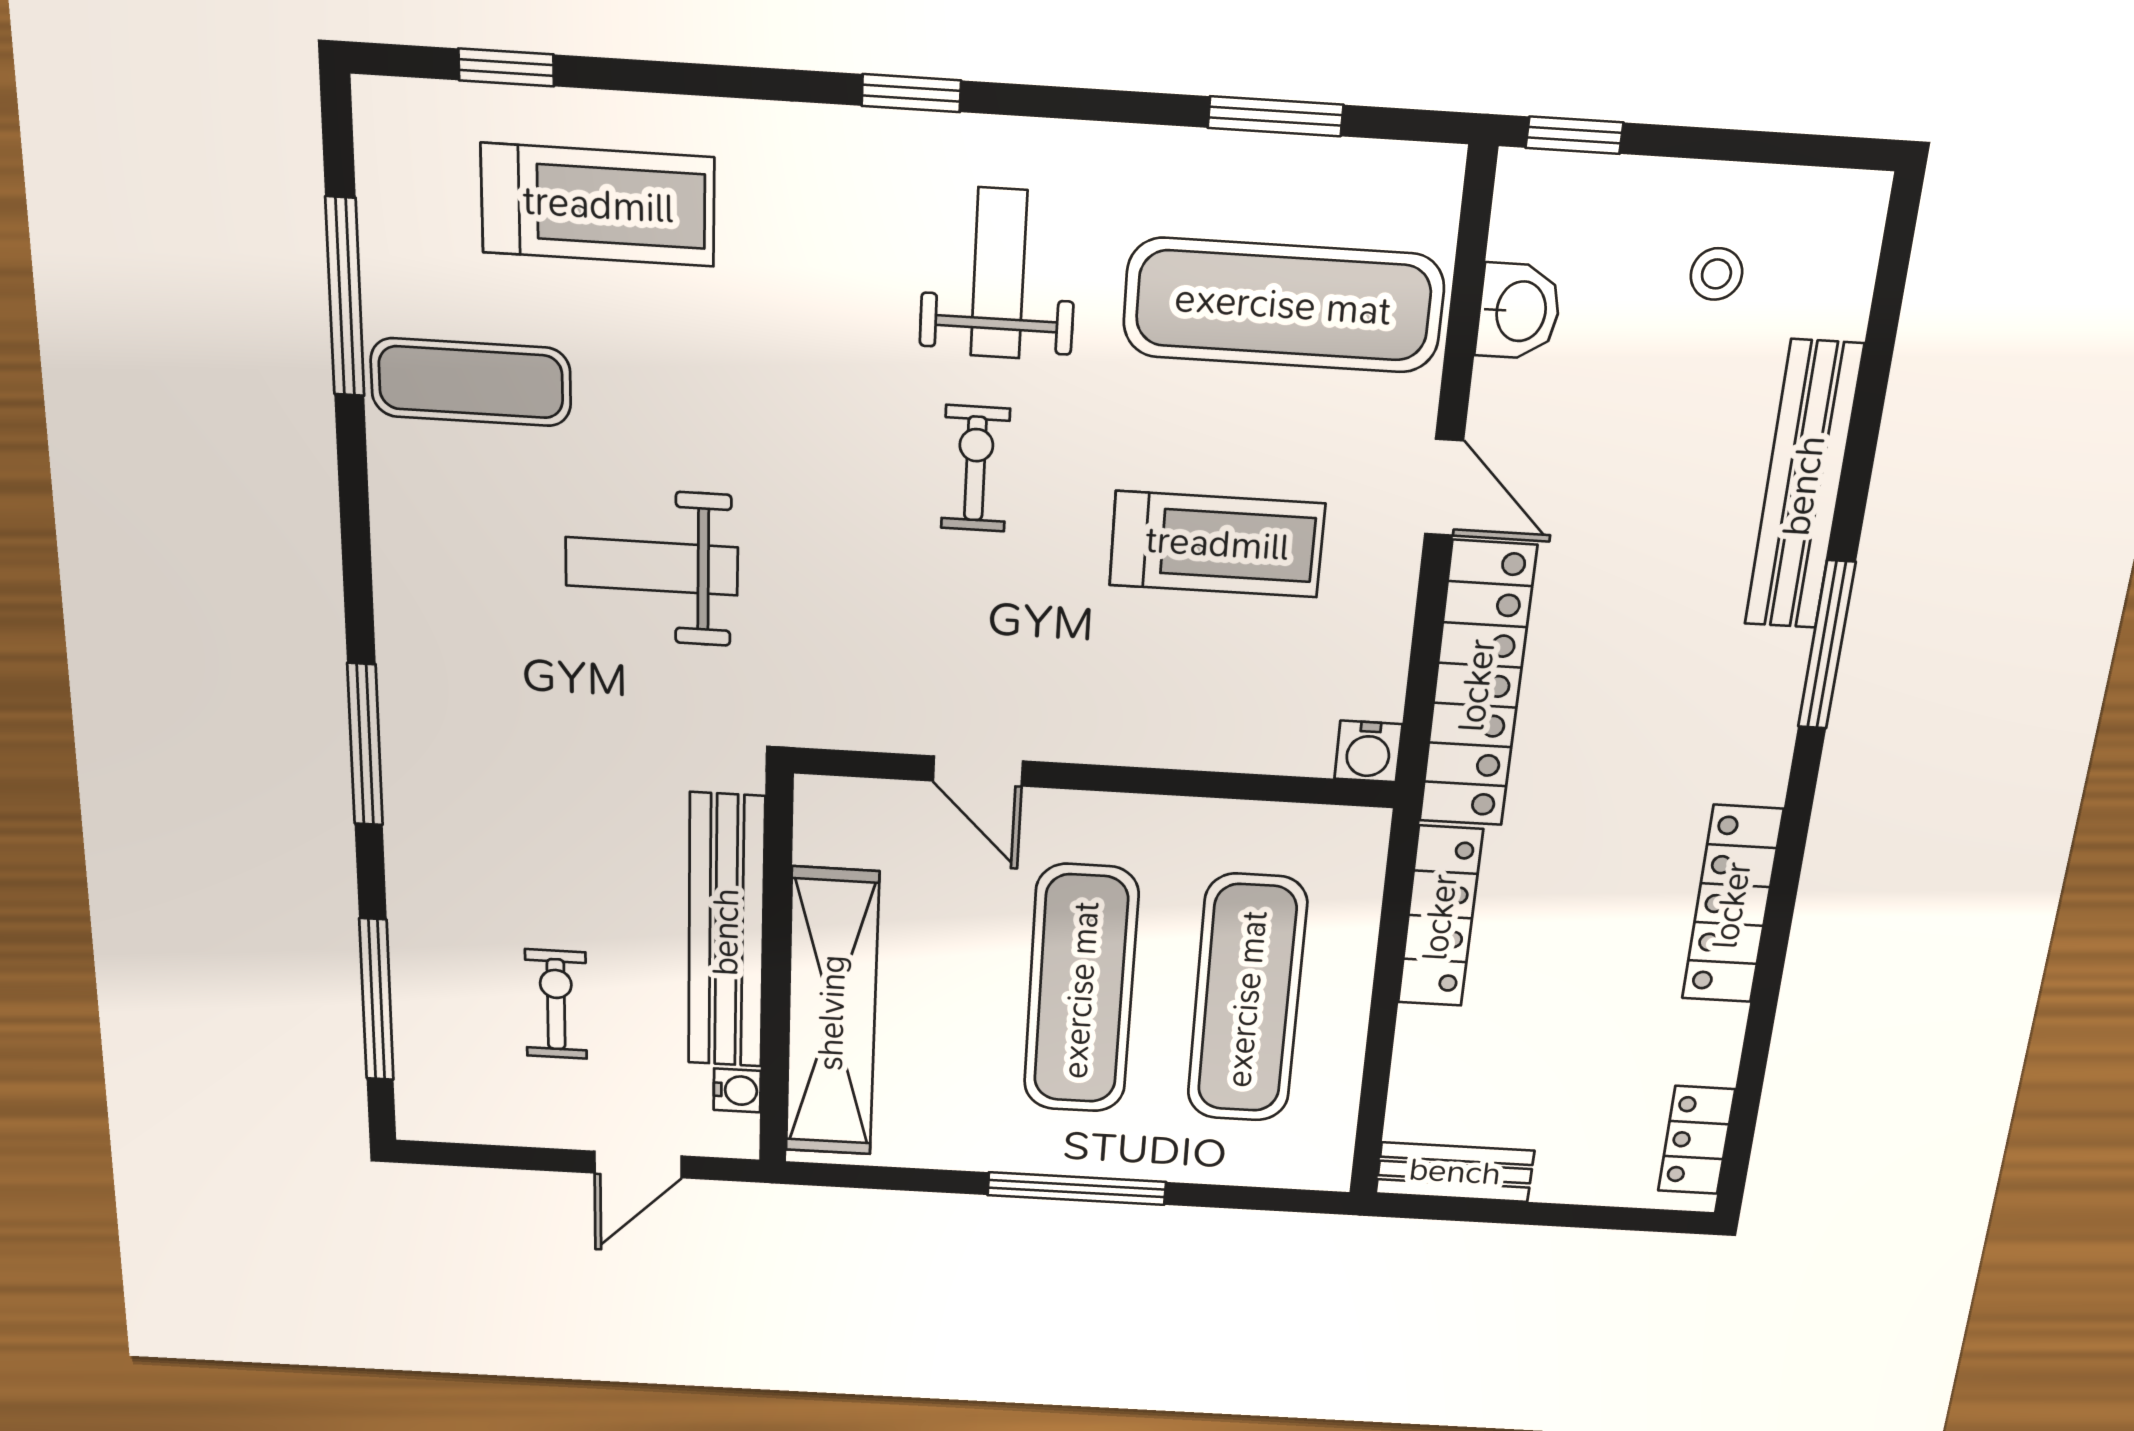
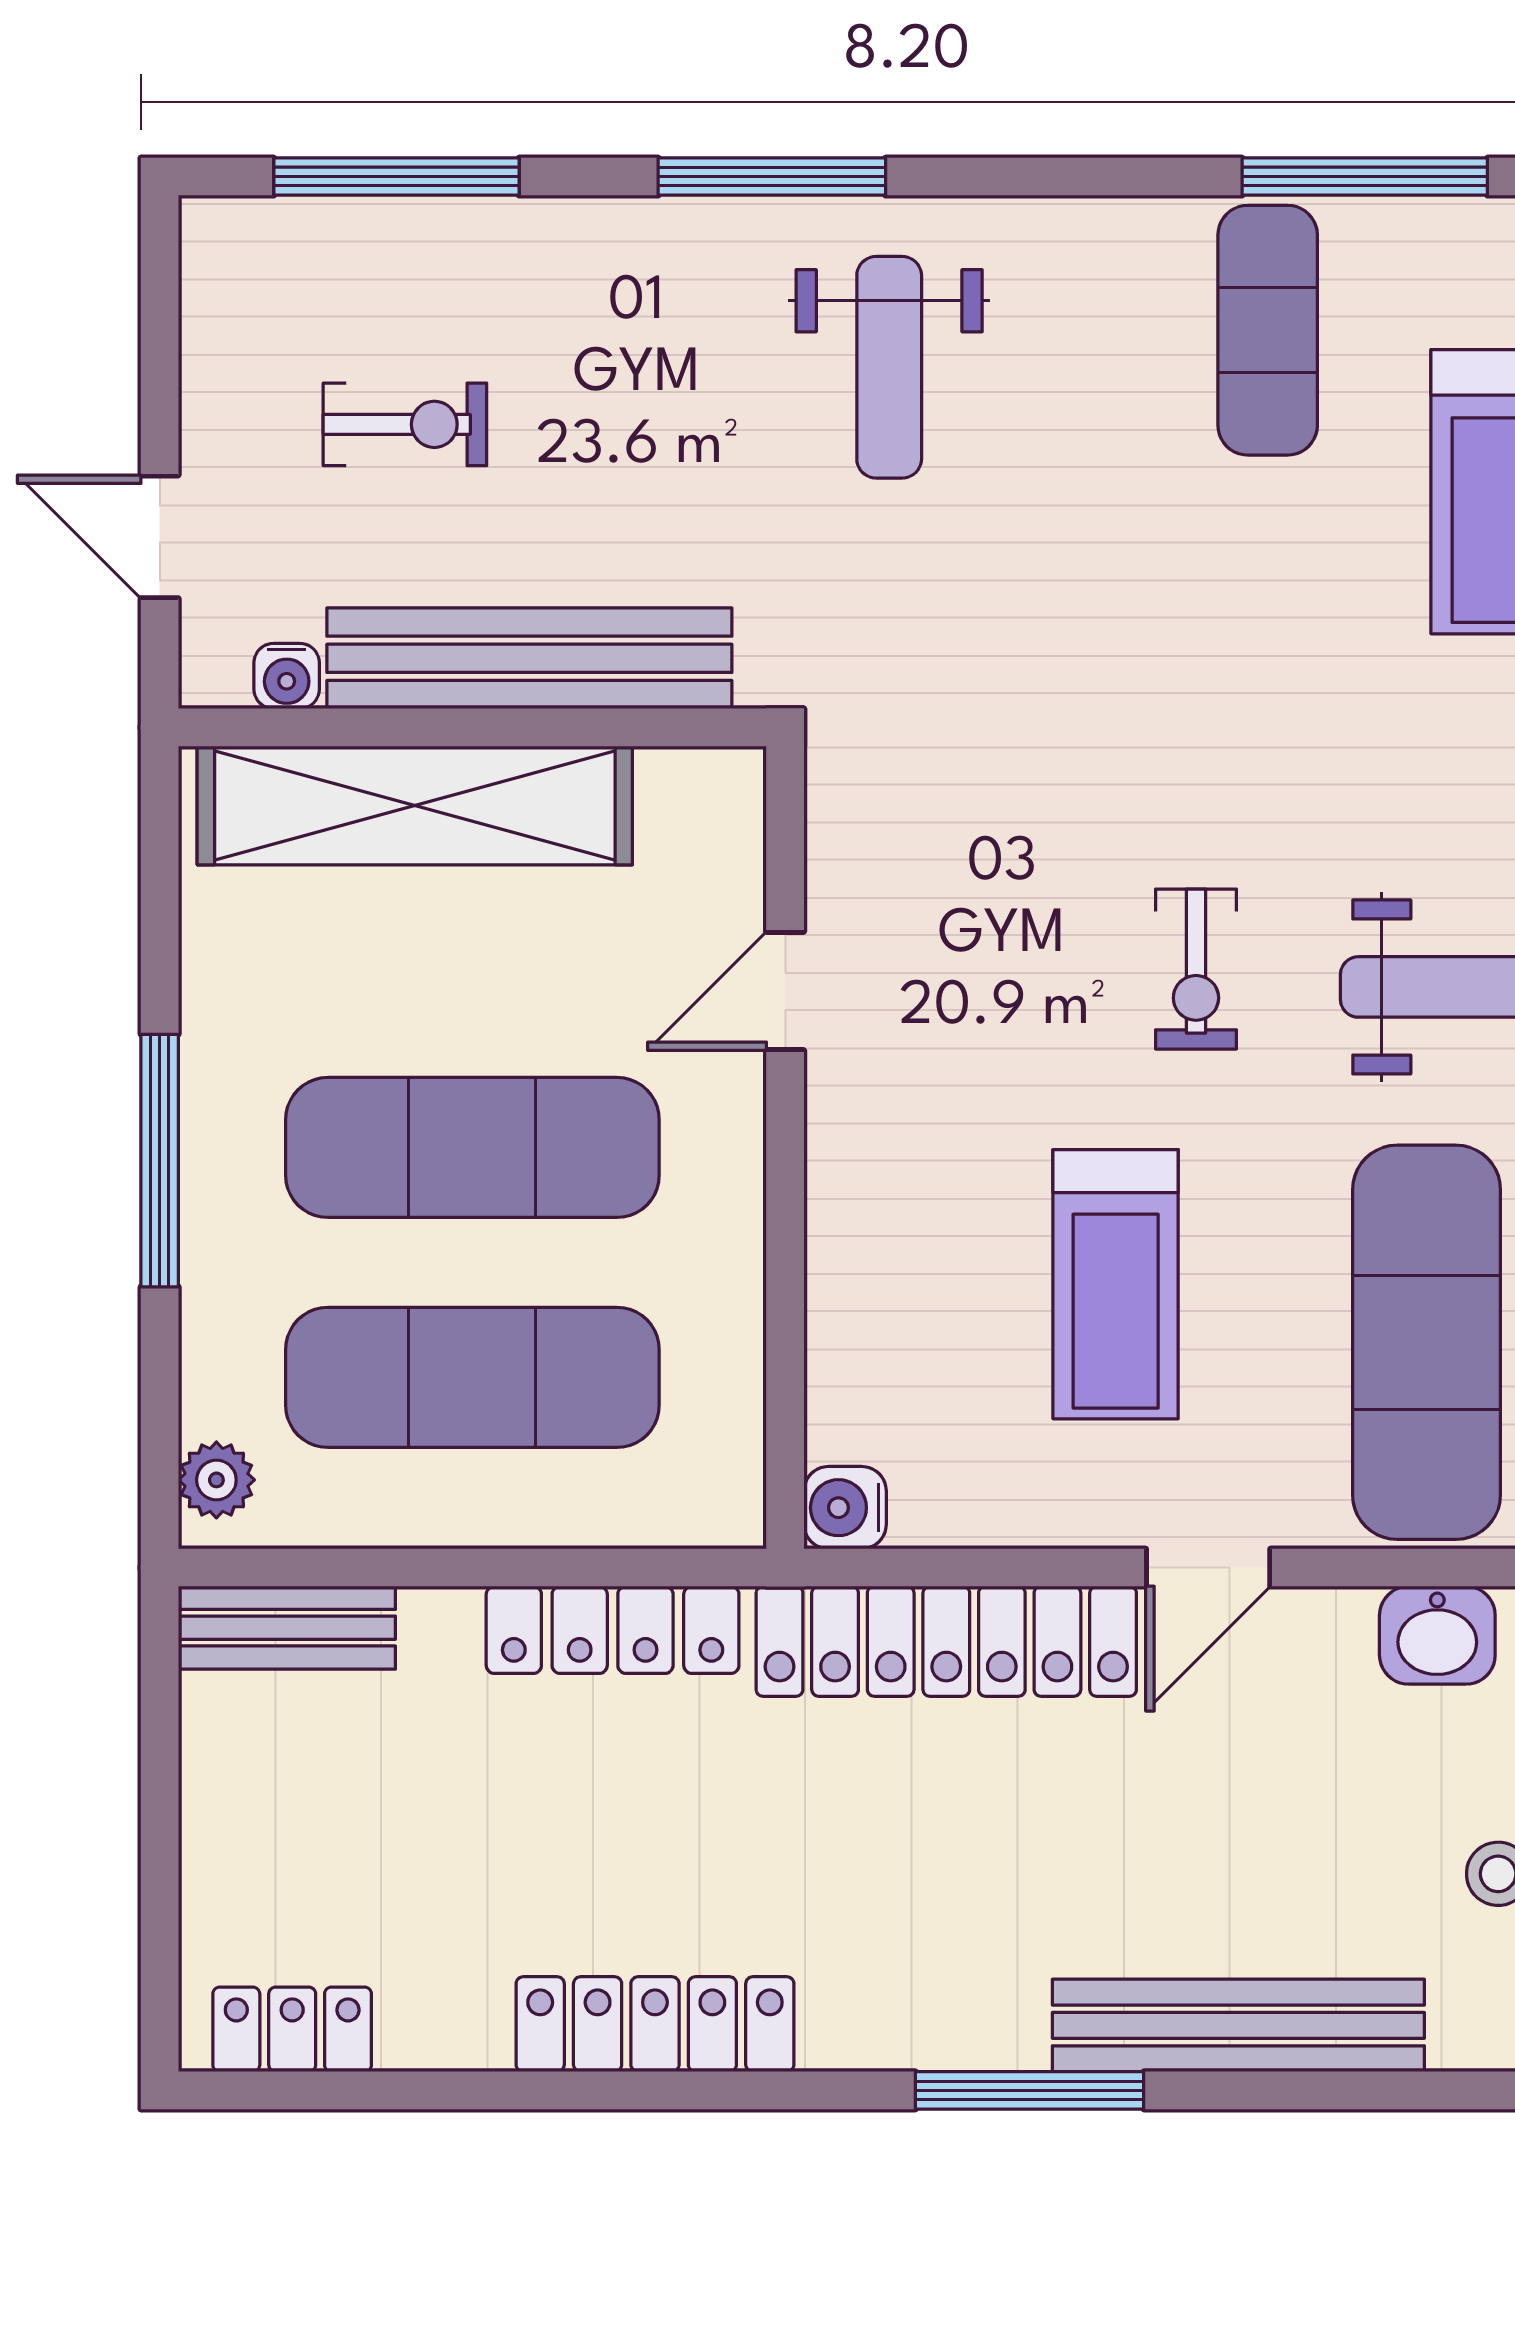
exercise bike: (975, 469) -> (1196, 969), turned 90
weight bench: (652, 566) -> (889, 367), moved, turned 180
plant: (1304, 1166) -> (216, 1480), added
bench: (1455, 1172) -> (287, 1628), moved, turned 90

